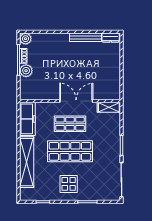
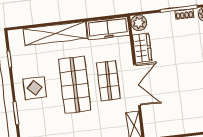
plant: (26, 71) -> (139, 23), moved
wardrobe: (47, 93) -> (142, 48), added

